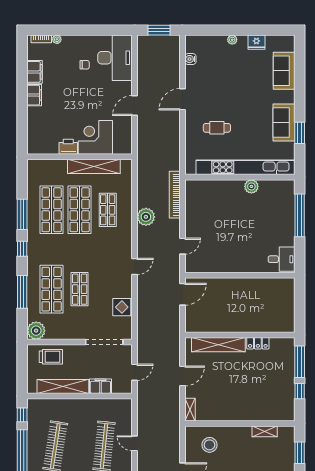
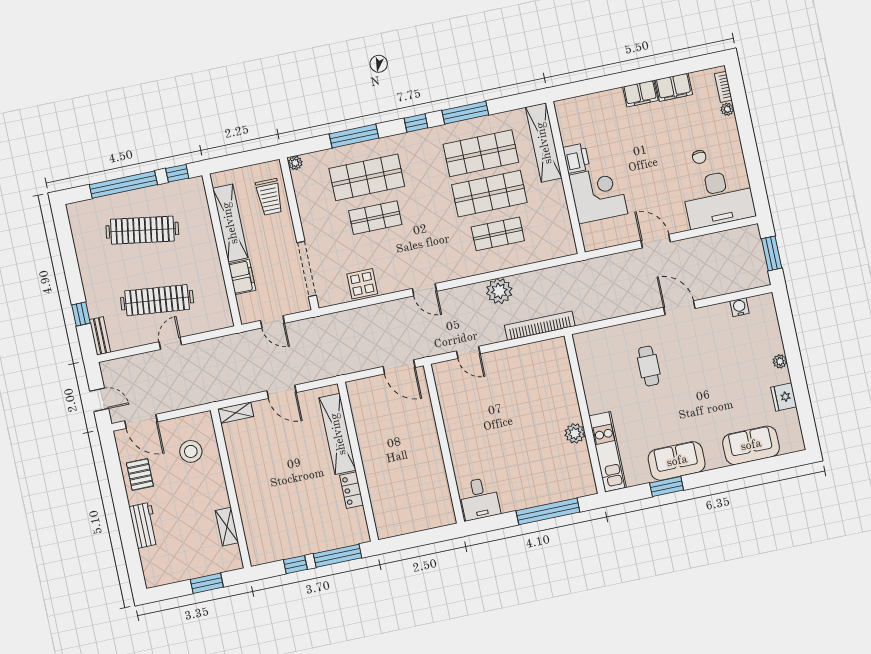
shelving: (94, 166) -> (544, 143), moved
kitchen unit: (245, 167) -> (608, 452), width x0.54
plant: (36, 331) -> (295, 163), width x0.53, depth x0.53

